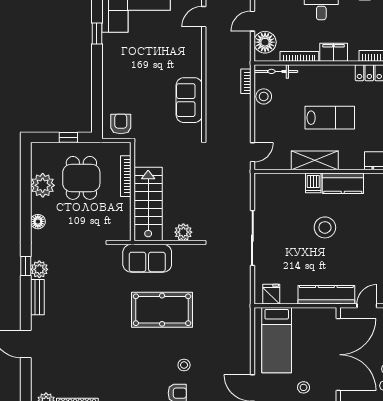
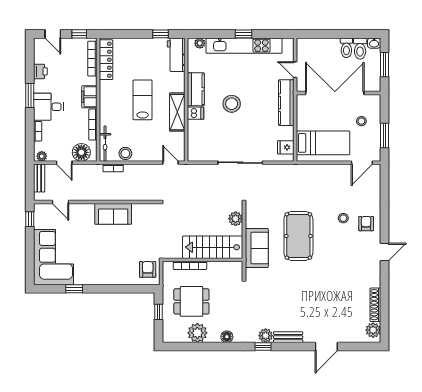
sofa: (189, 100) -> (113, 214), moved
armchair: (121, 124) -> (148, 269), turned 90

